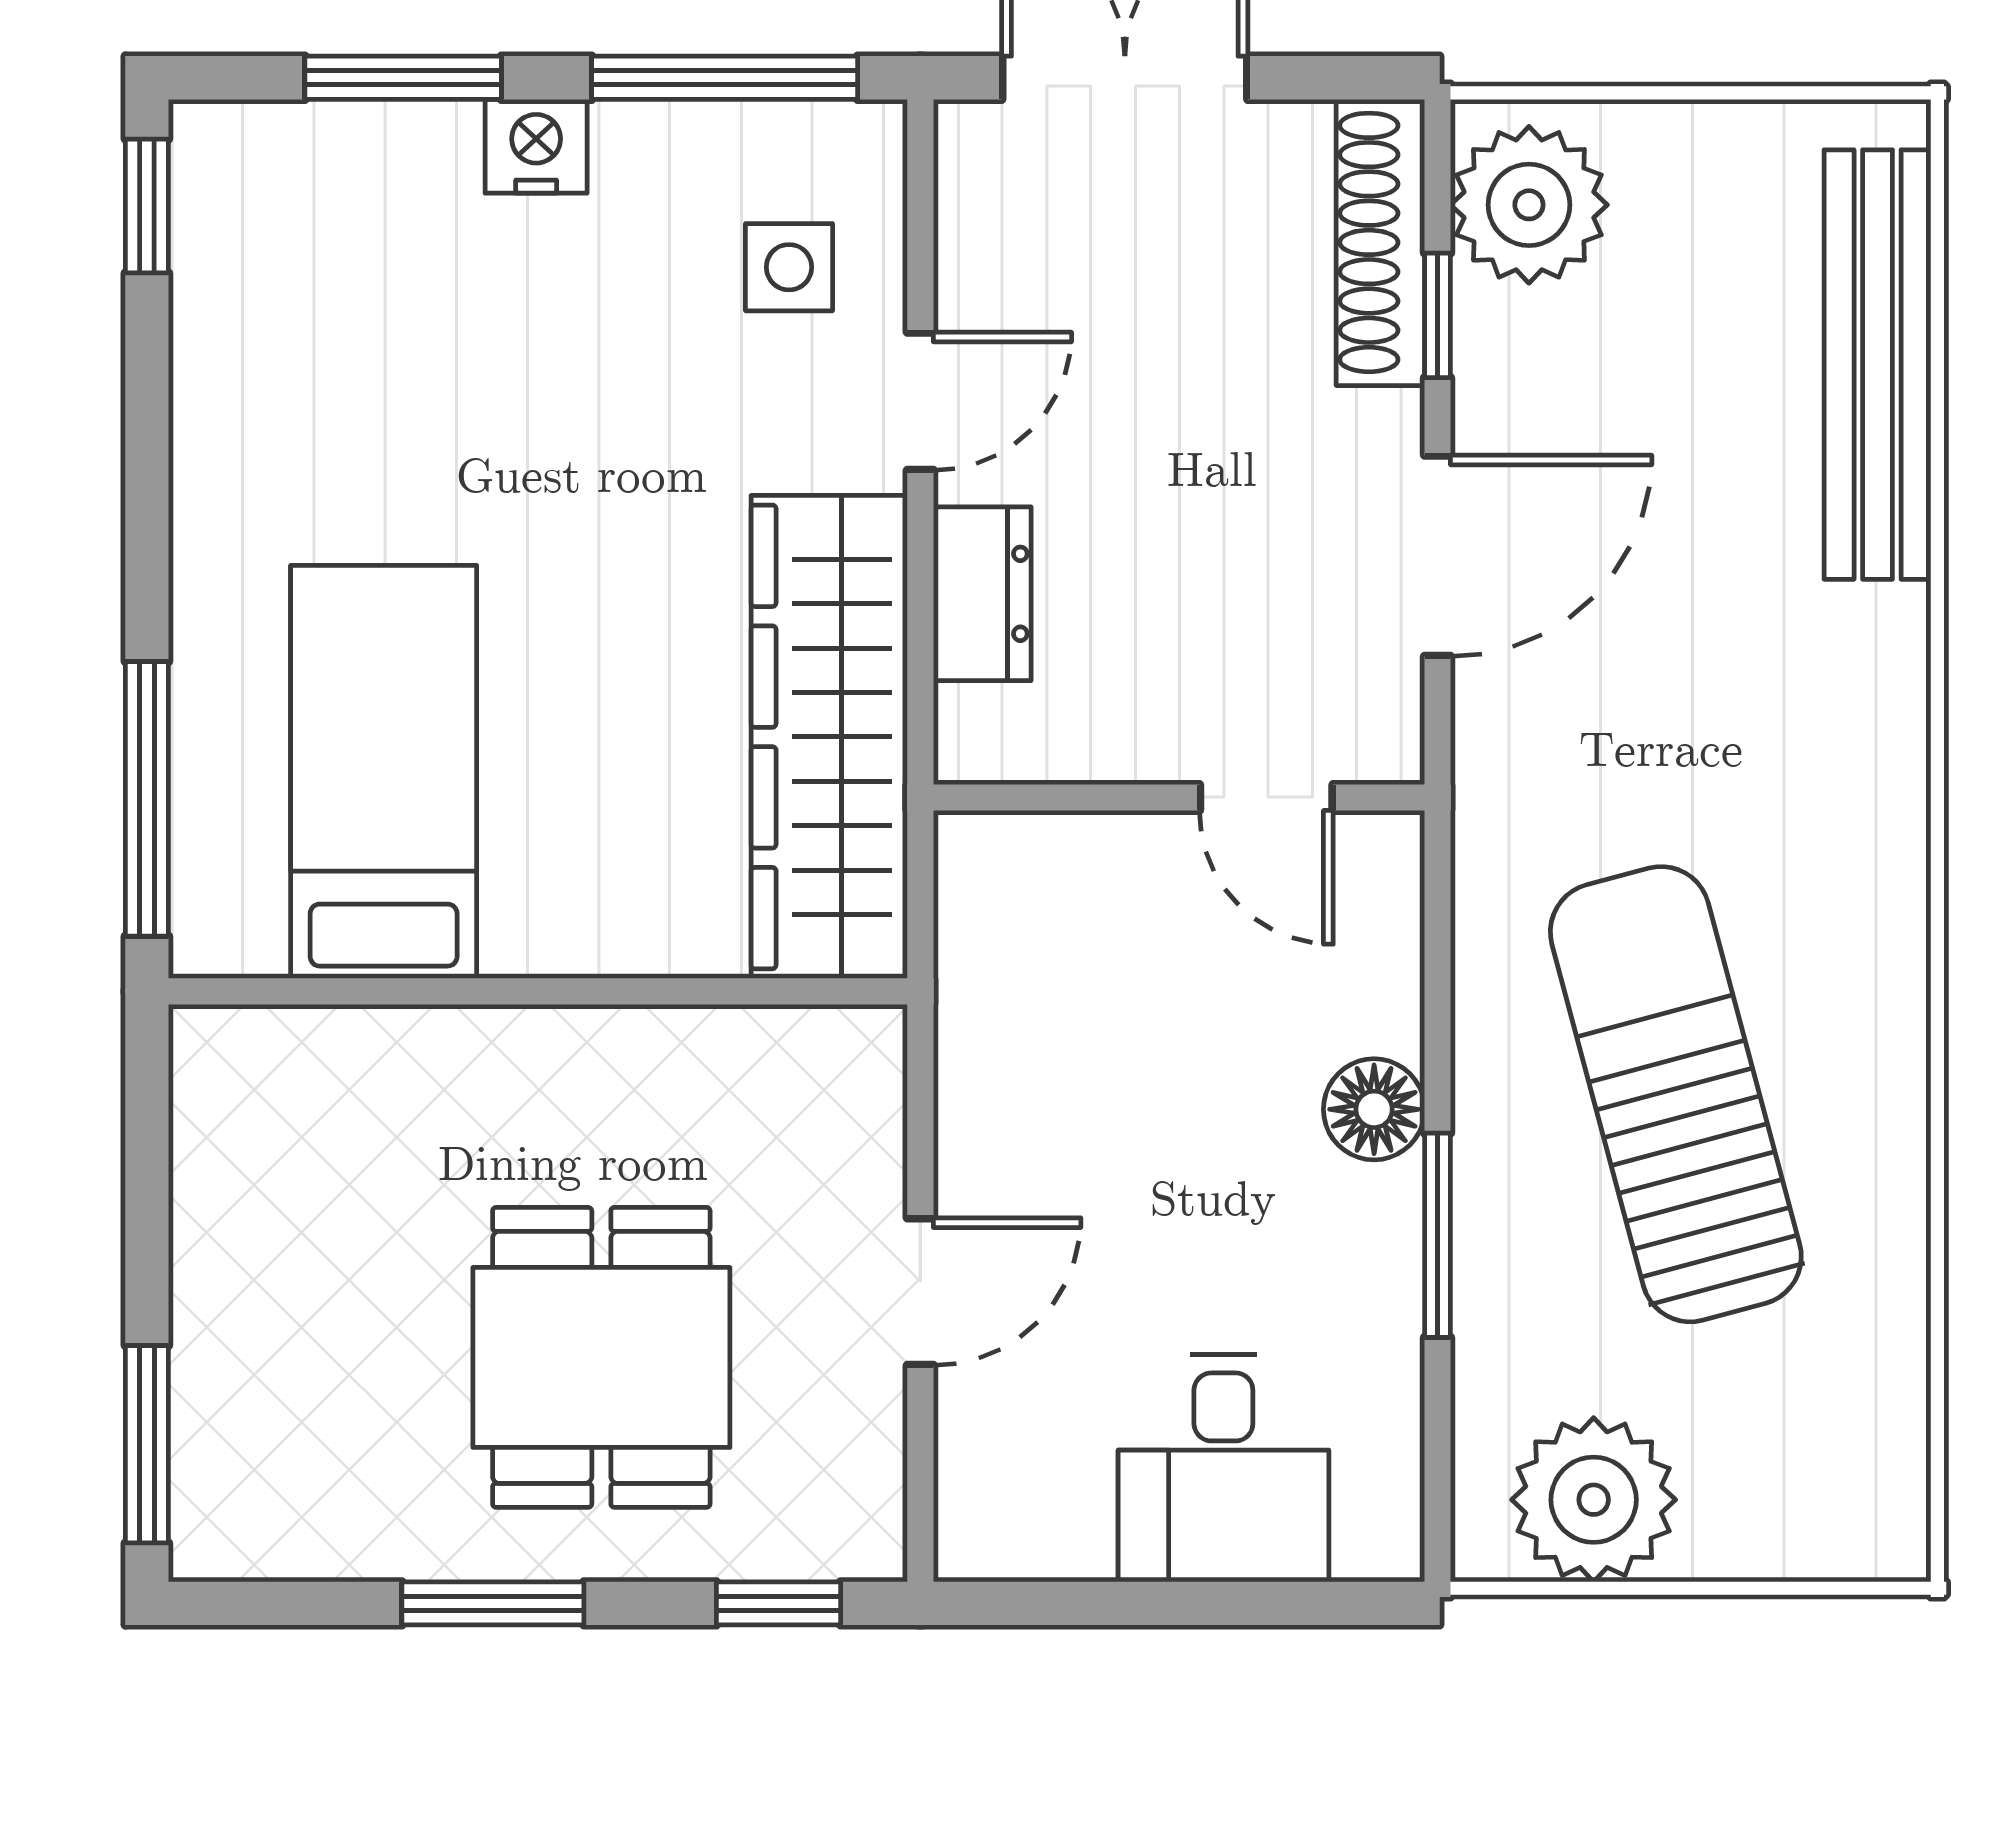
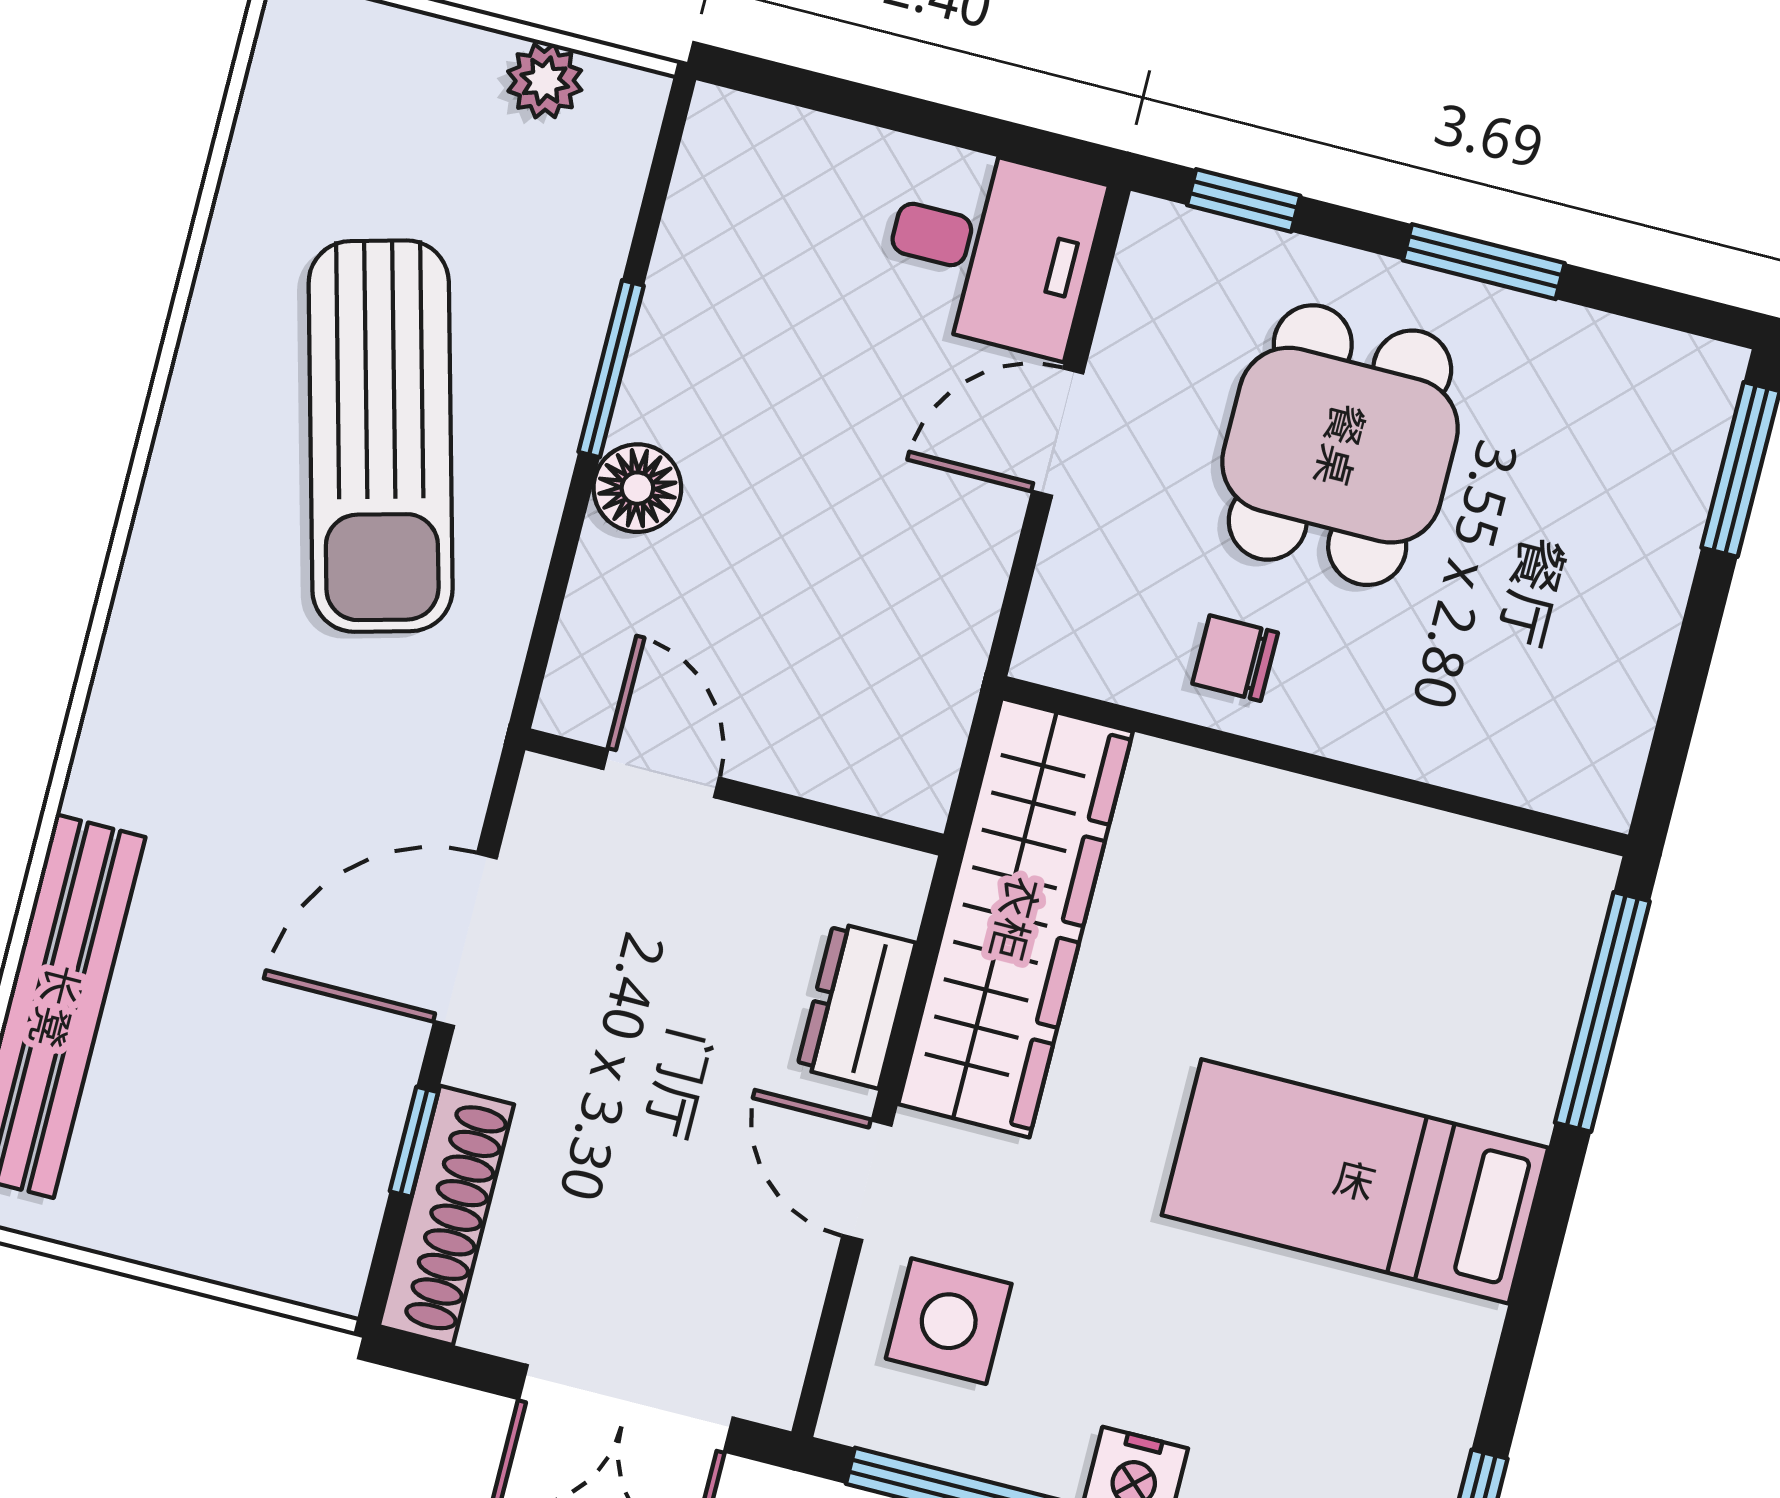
plant: (1529, 205) -> (313, 1215), removed
side table: (789, 267) -> (949, 1321), width x1.37, depth x1.37
door: (920, 401) -> (867, 1180), hinge flipped
bed: (384, 772) -> (1355, 1181), moved, turned 90
chair: (658, 1090) -> (1235, 658), added
desk: (1223, 1468) -> (991, 250), moved, turned 90
plant: (1594, 1500) -> (545, 81), width x0.53, depth x0.53

